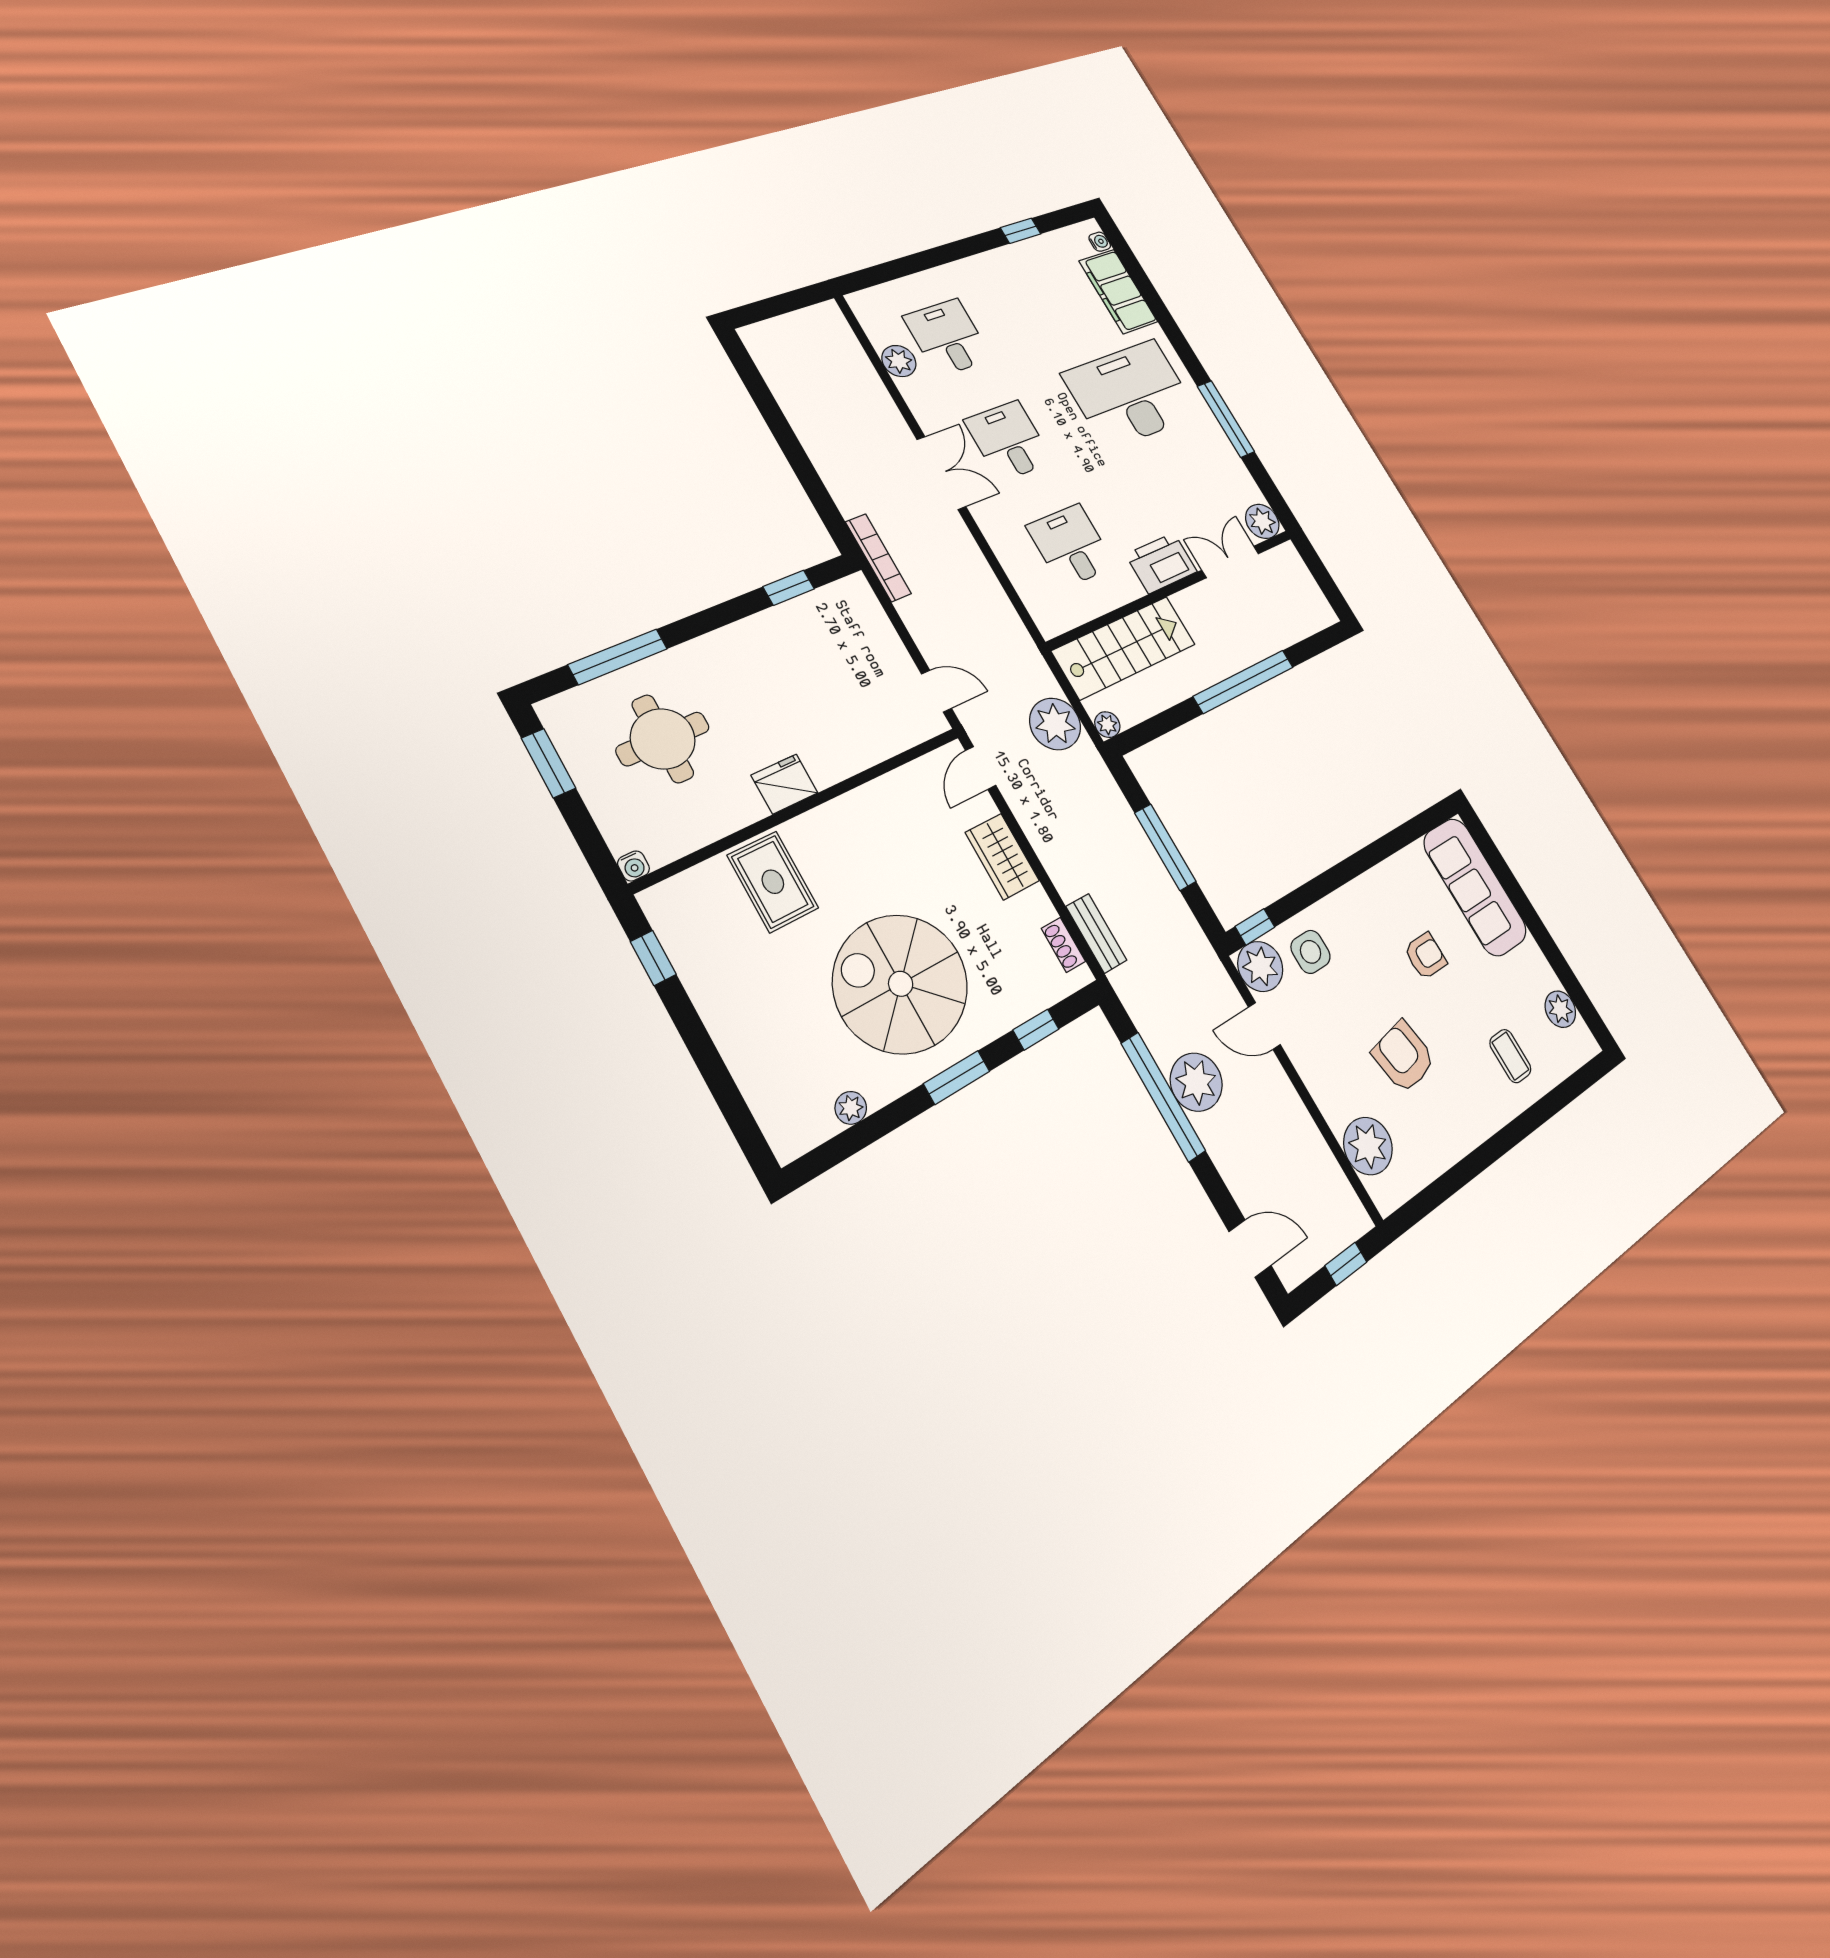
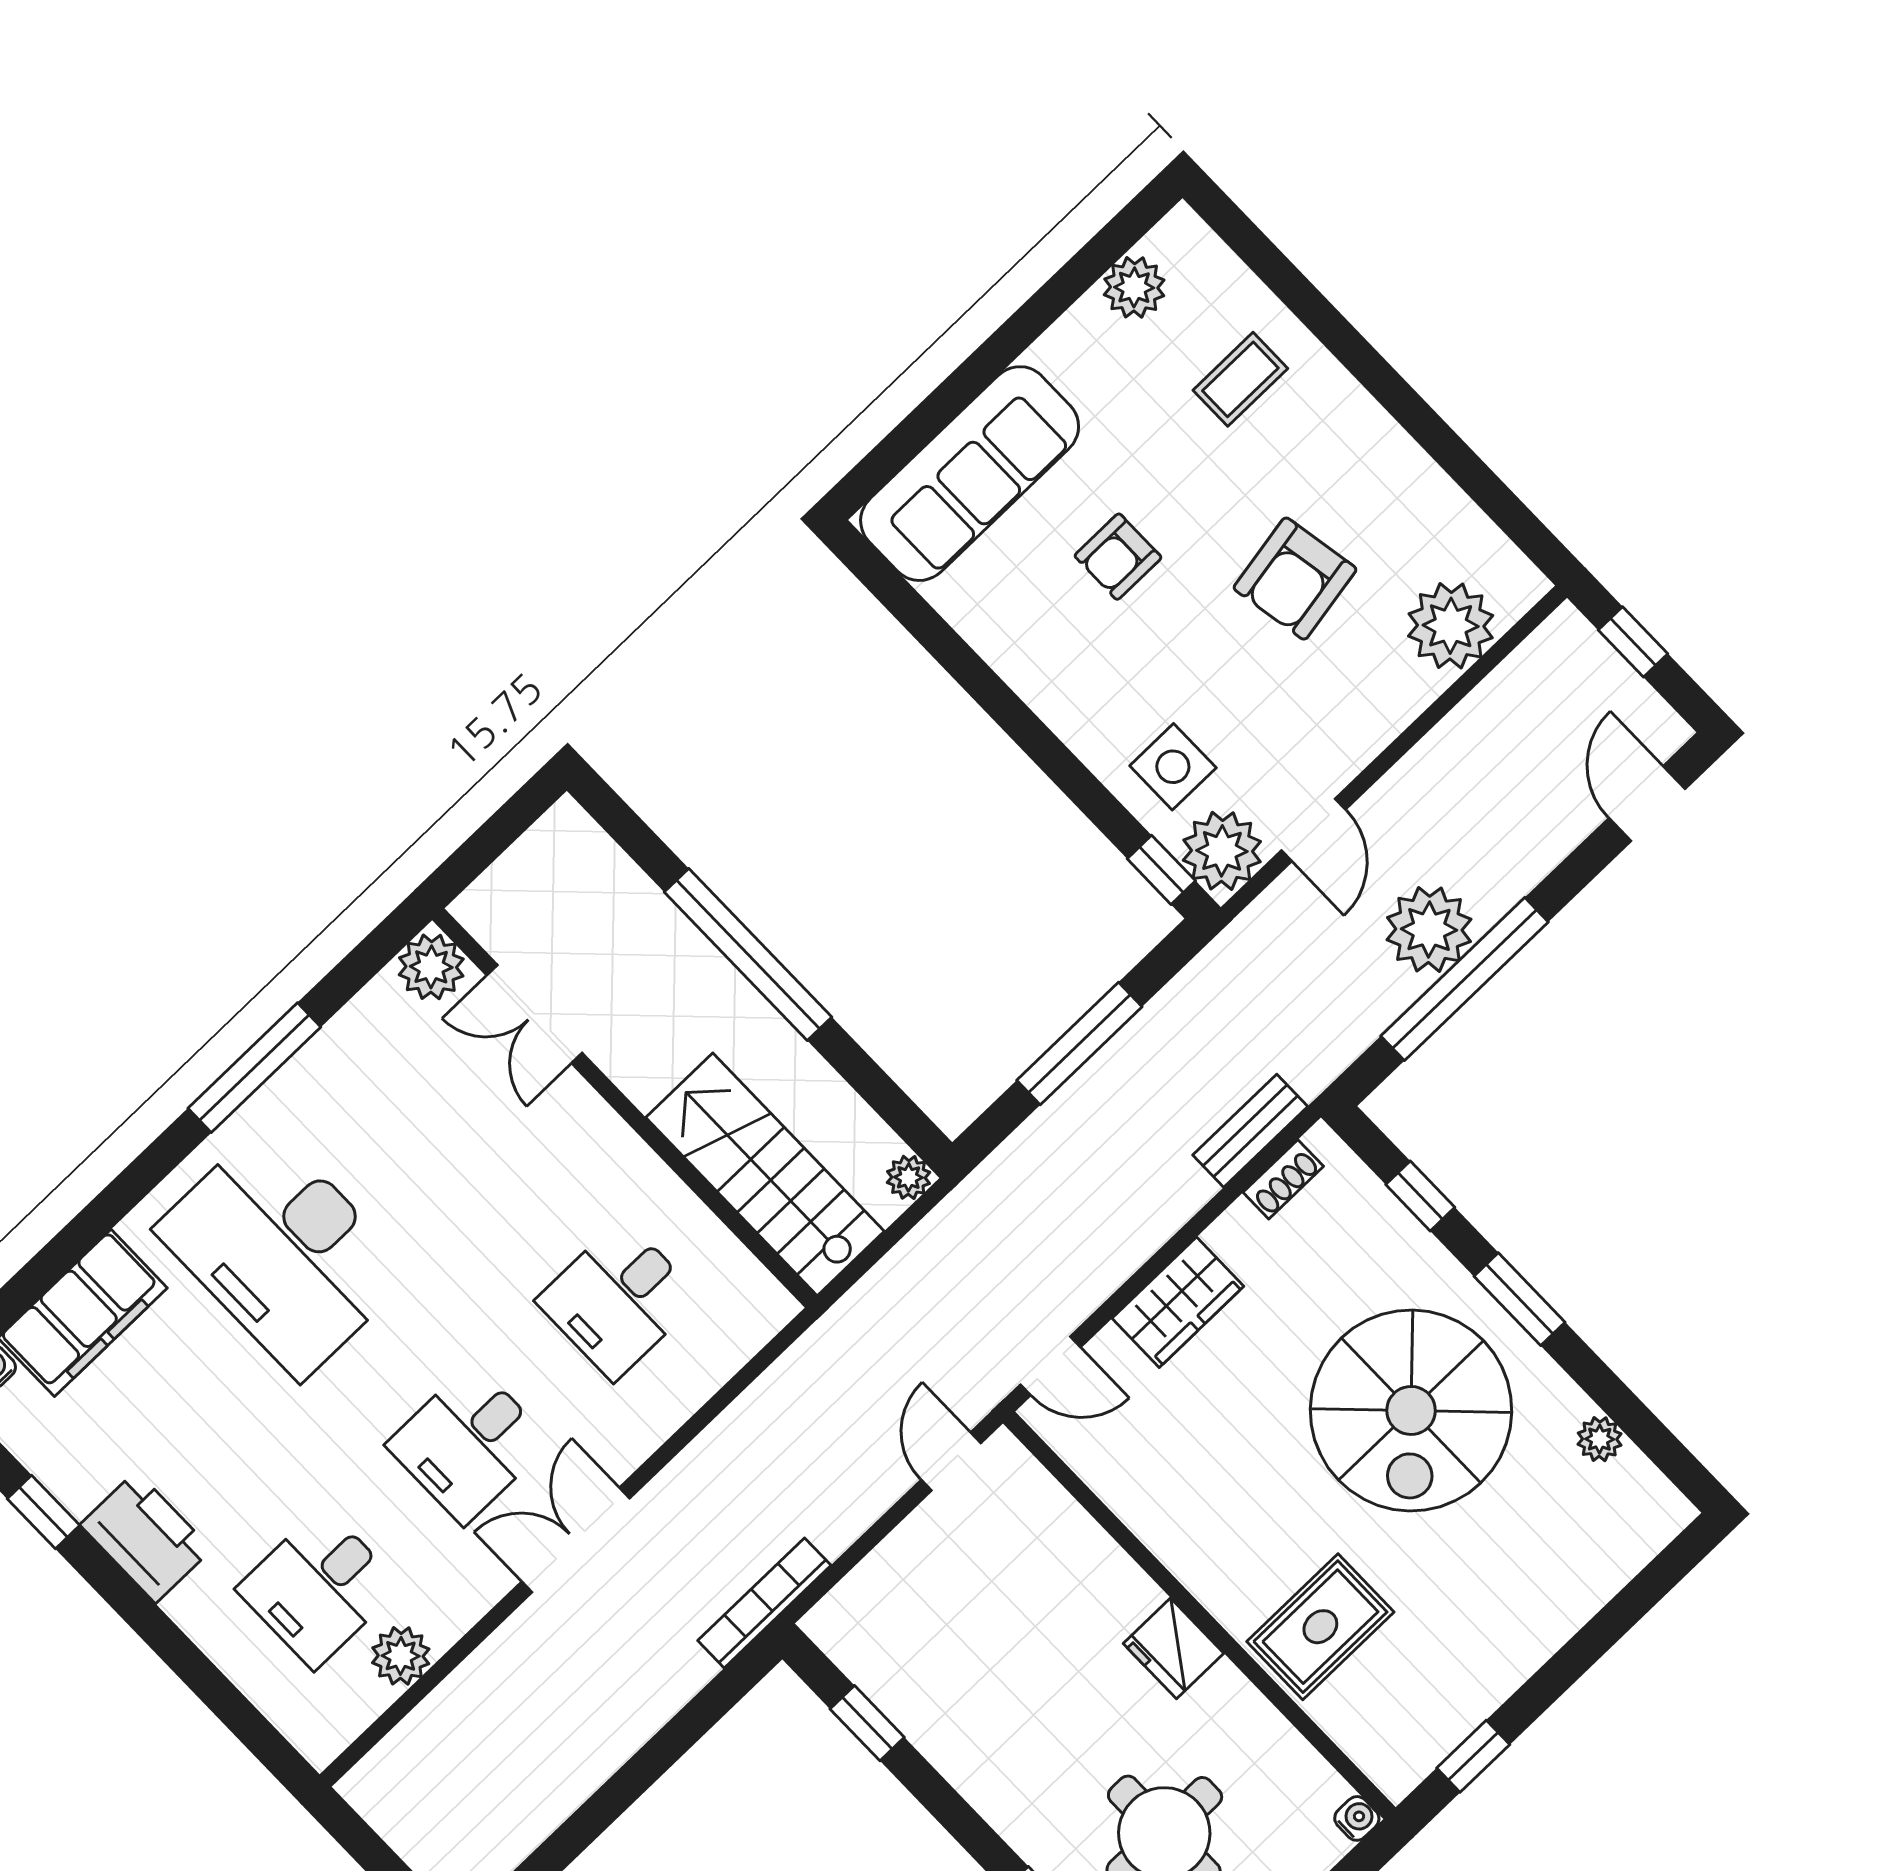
printer: (1161, 563) -> (146, 1537), moved, turned 180
plant: (1055, 724) -> (938, 1263), removed
armchair: (1425, 956) -> (1118, 557), turned -90

